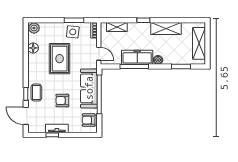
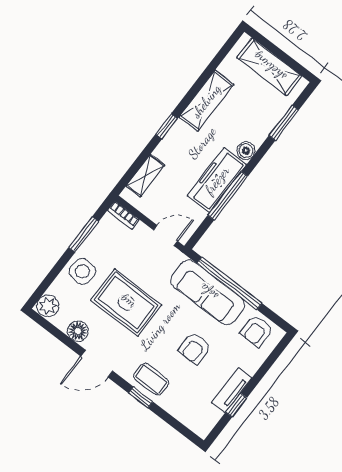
side table: (73, 32) -> (82, 271), moved
door: (26, 116) -> (97, 364), moved

